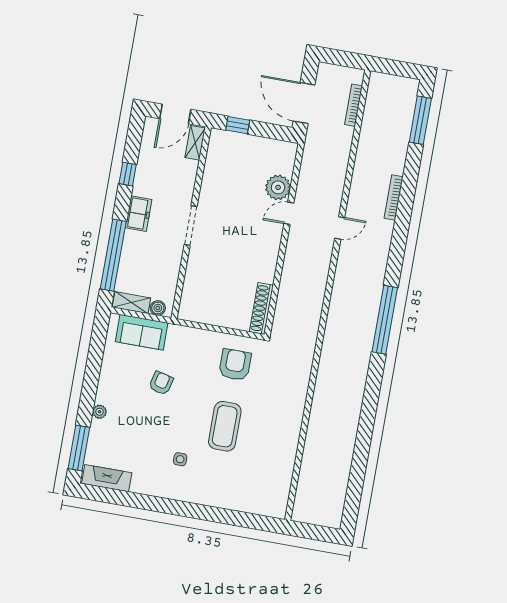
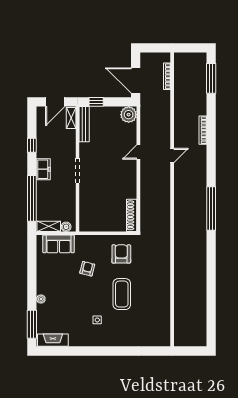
bench: (213, 156) -> (84, 124), added
plant: (278, 187) -> (129, 115), moved
armchair: (161, 383) -> (87, 269), moved

